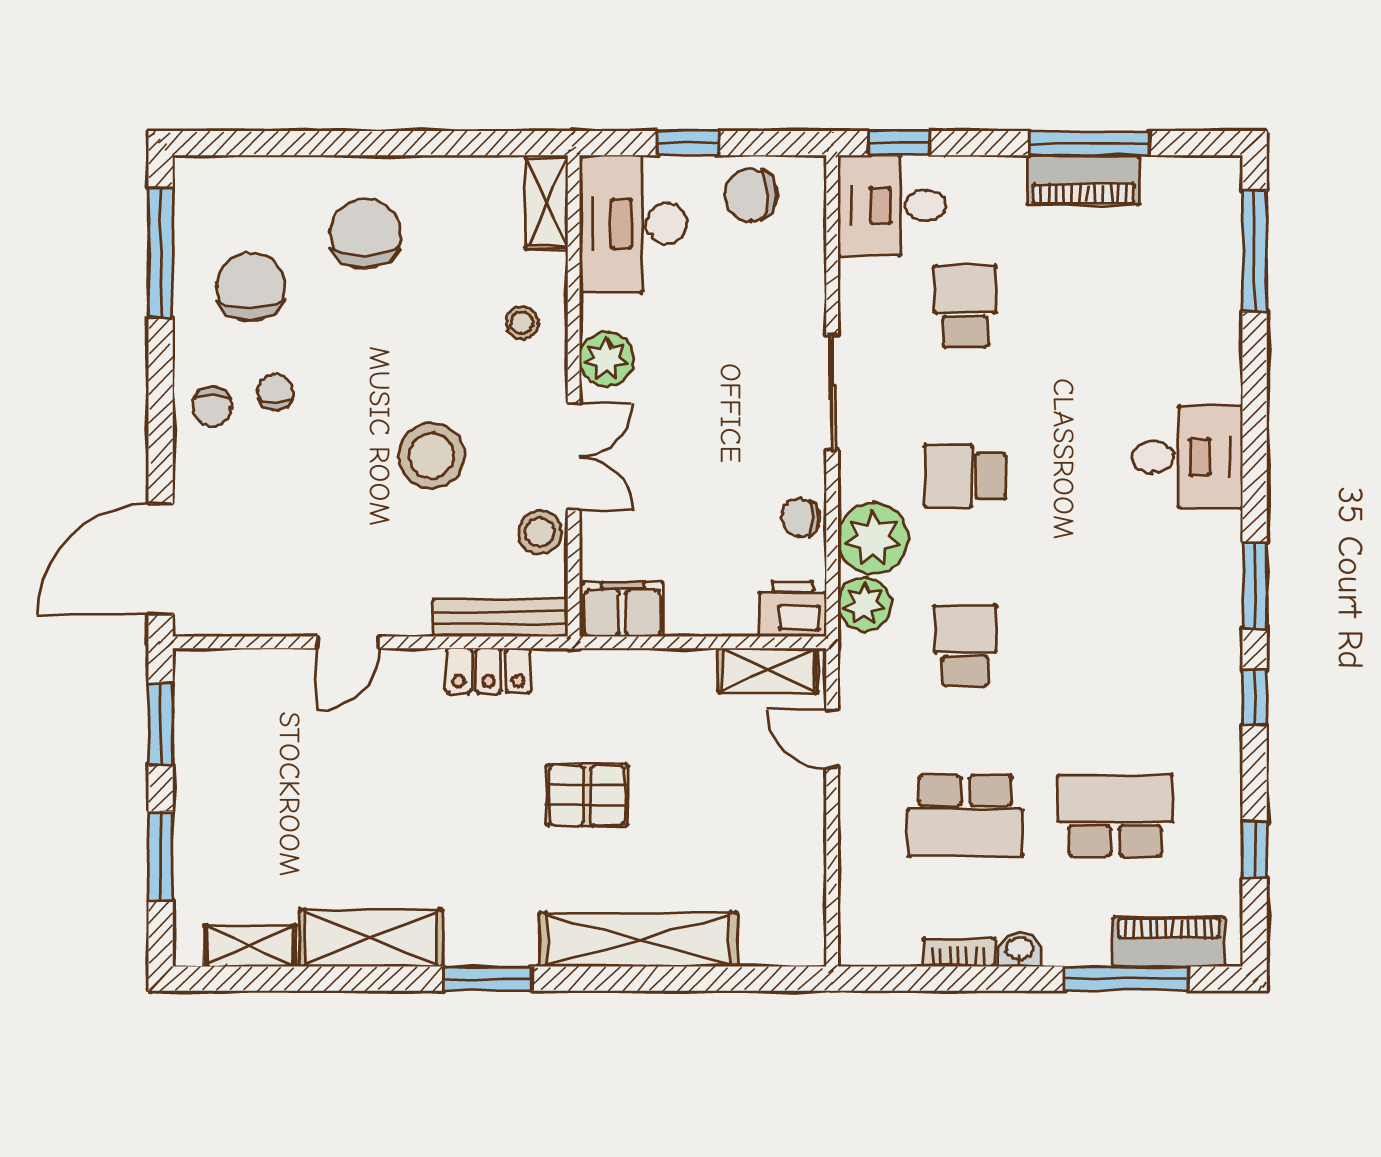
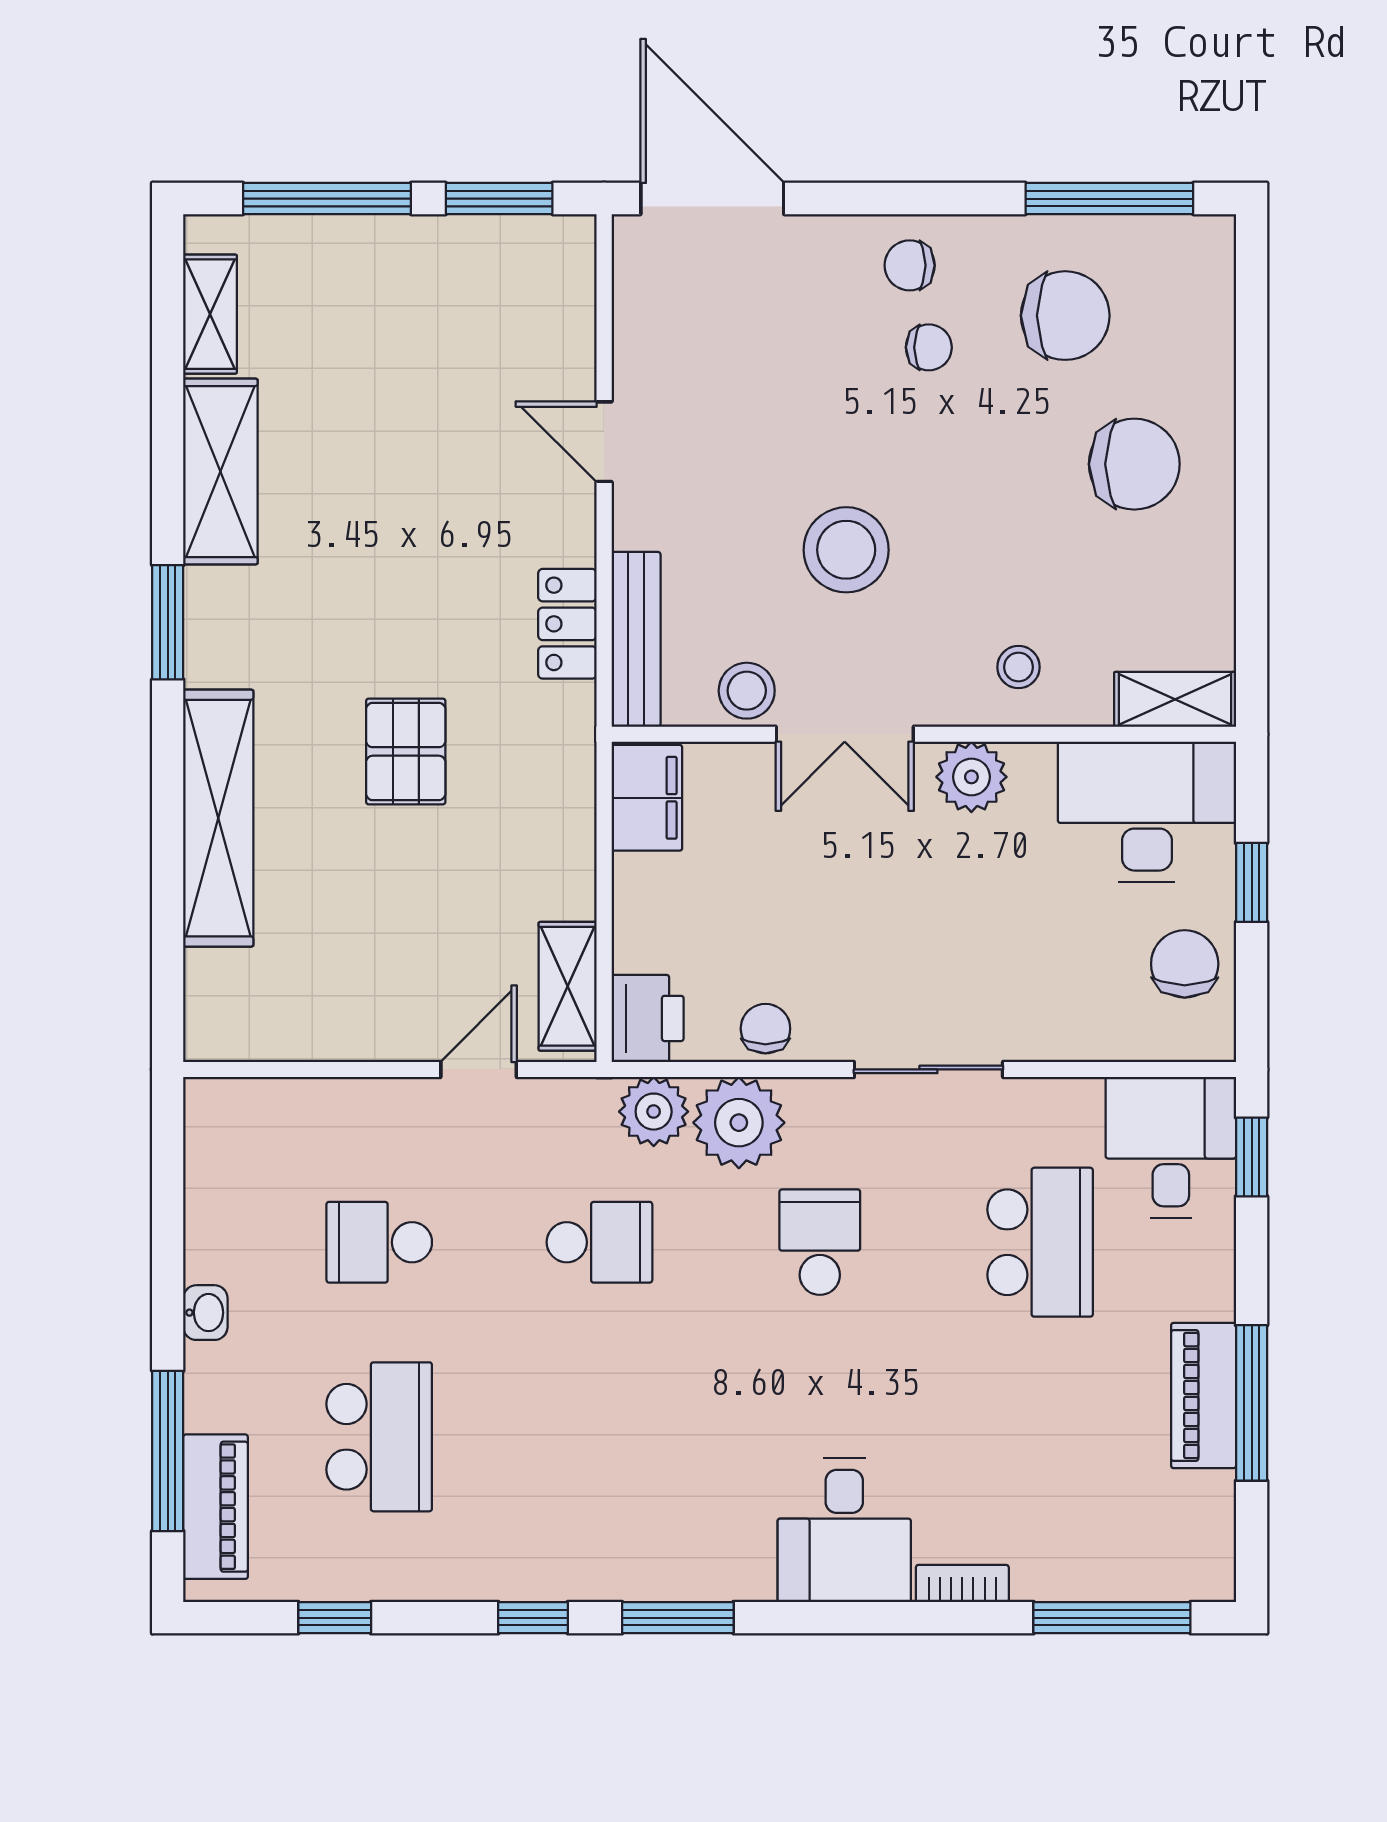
school desk: (965, 306) -> (1040, 1242), width x1.85
school desk: (965, 816) -> (379, 1242), width x0.54
window: (161, 856) -> (327, 199), width x1.44
bookcase: (959, 952) -> (962, 1584), moved, turned -90

